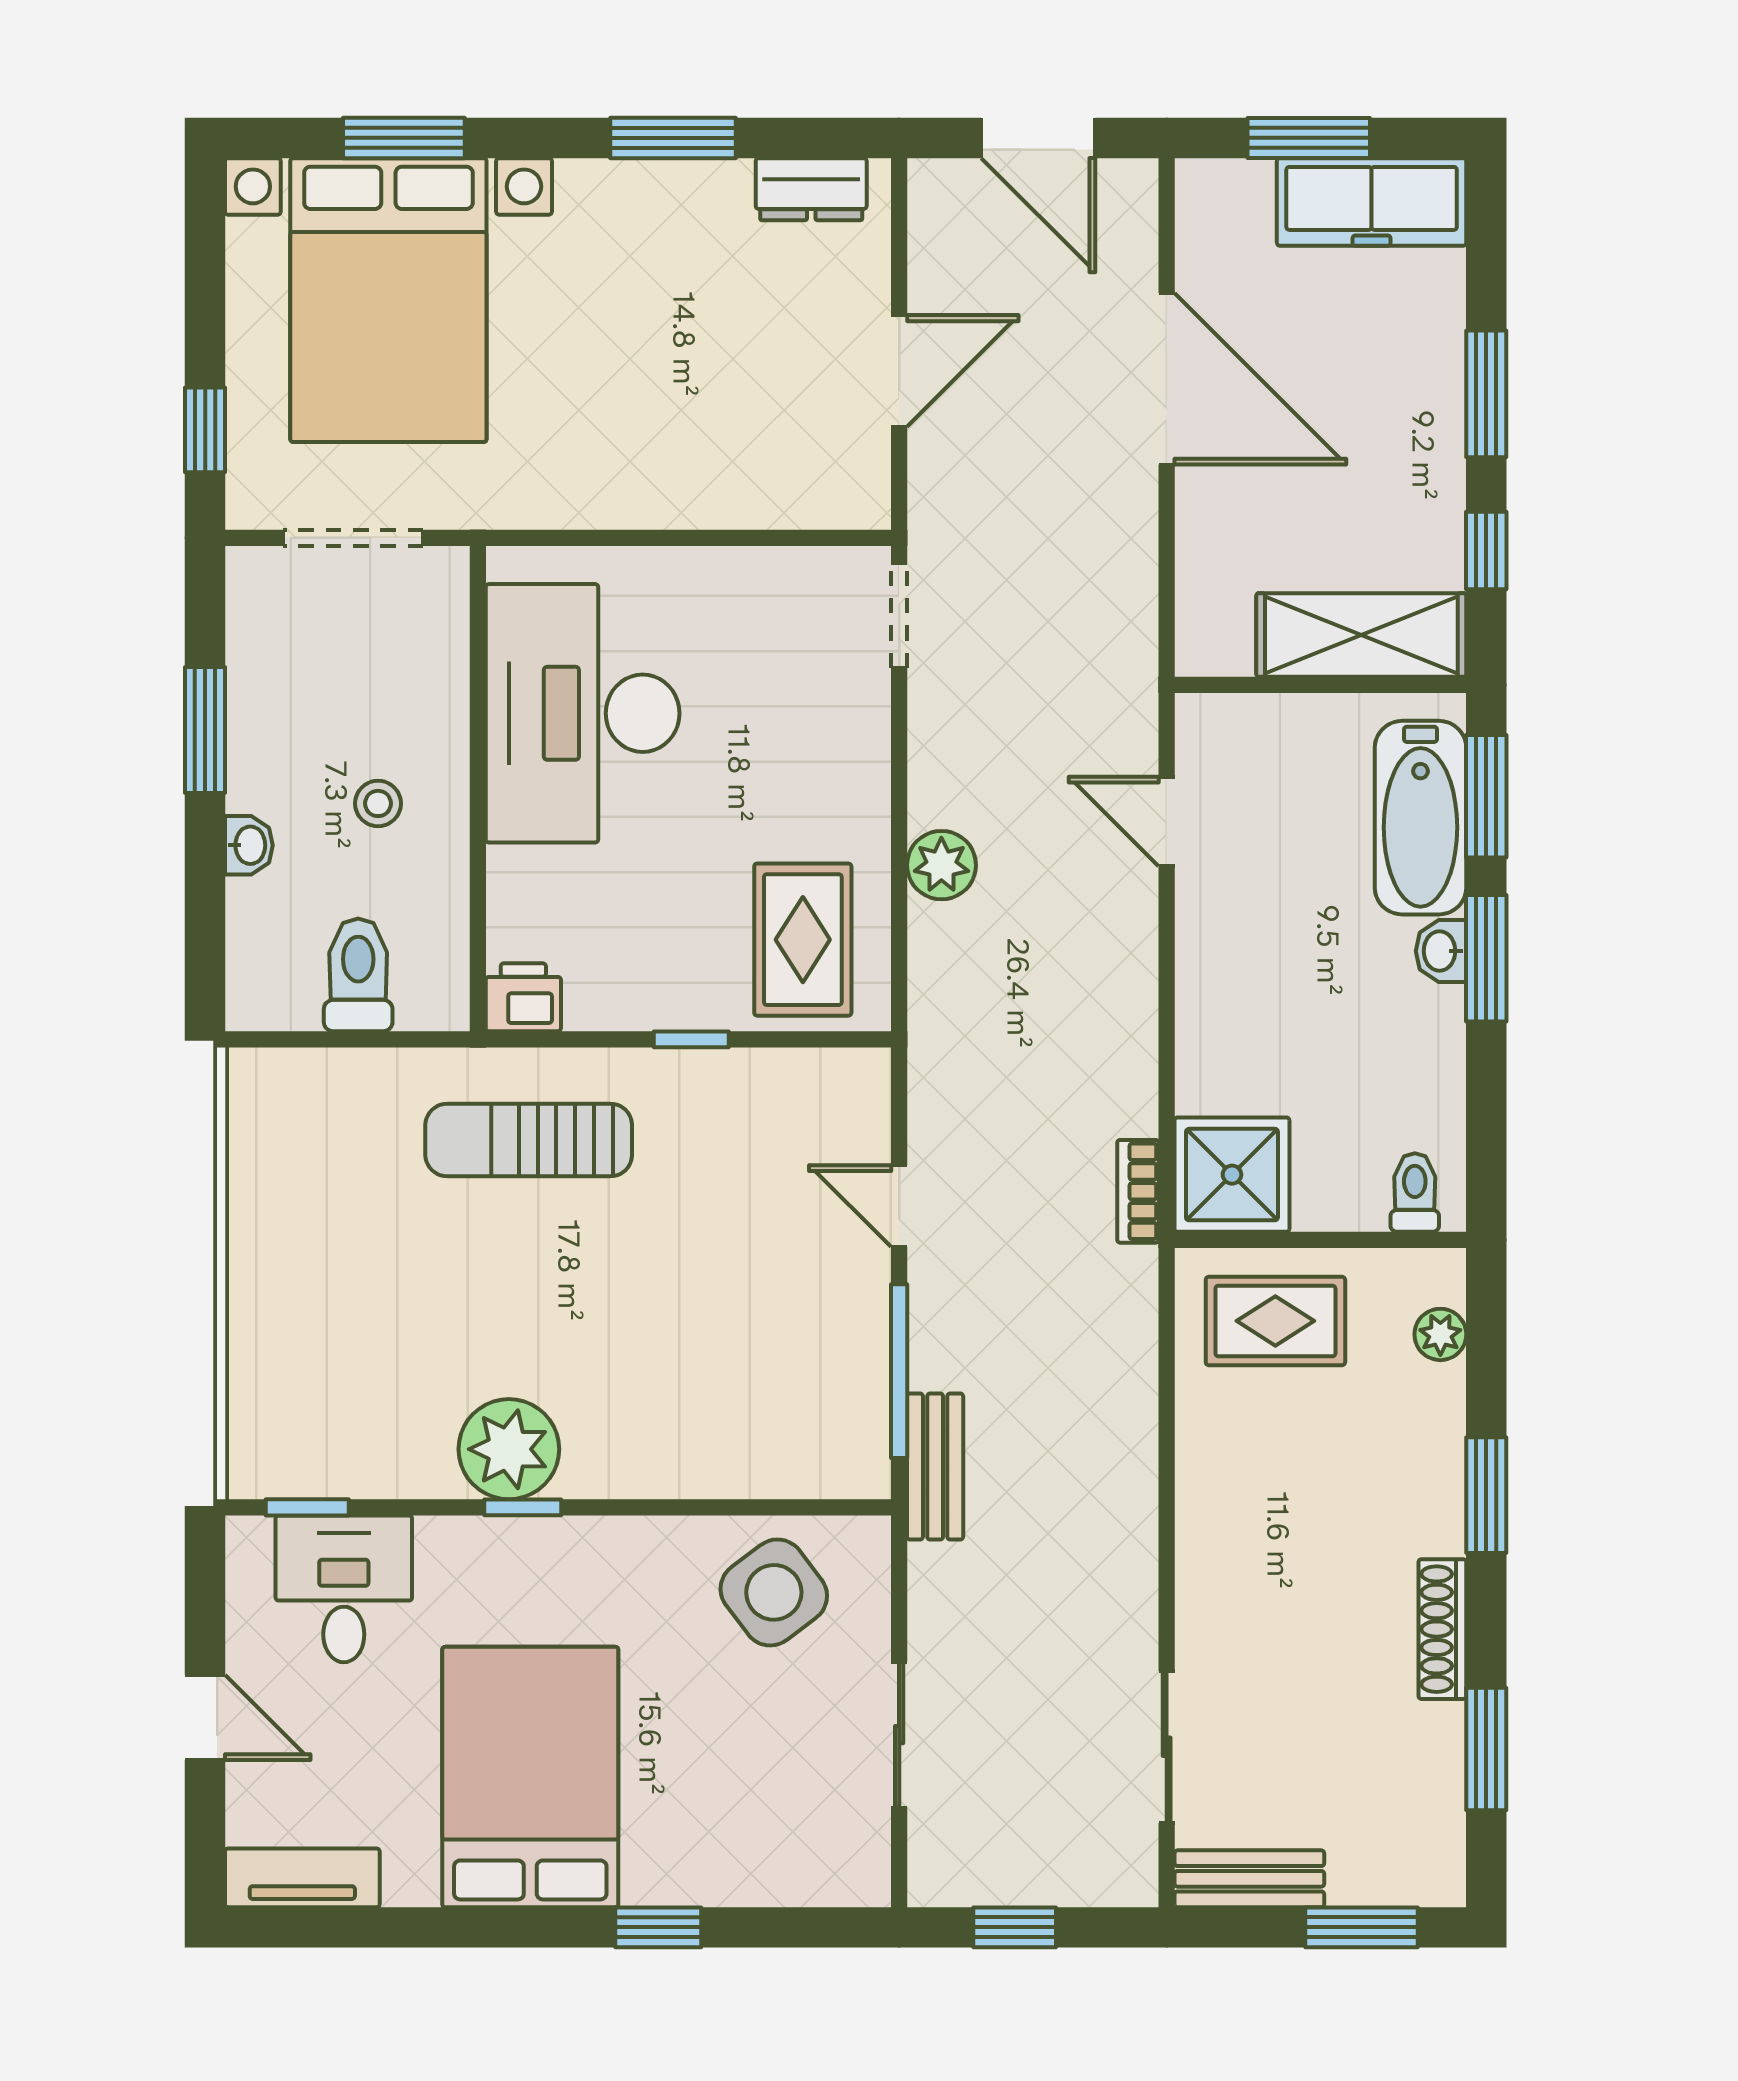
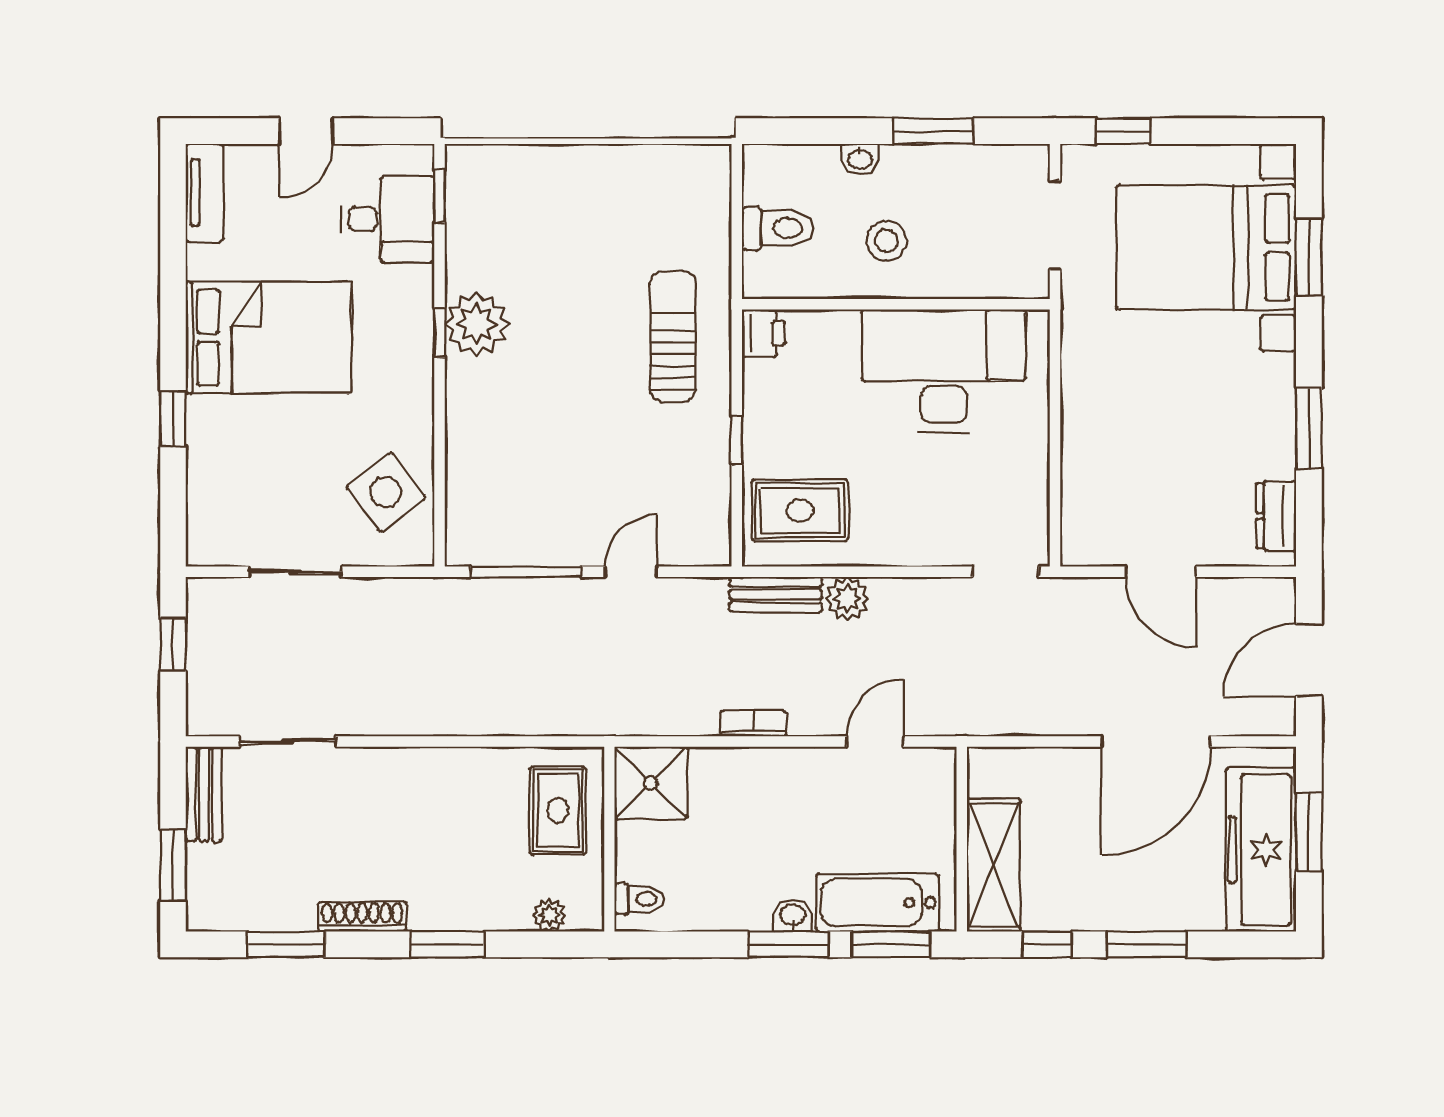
freezer: (1372, 202) -> (1261, 850), width x1.36, depth x1.26
stool: (378, 803) -> (886, 241), width x1.37, depth x1.37
bookcase: (1138, 1191) -> (753, 723), moved
bench: (935, 1467) -> (776, 595), moved

